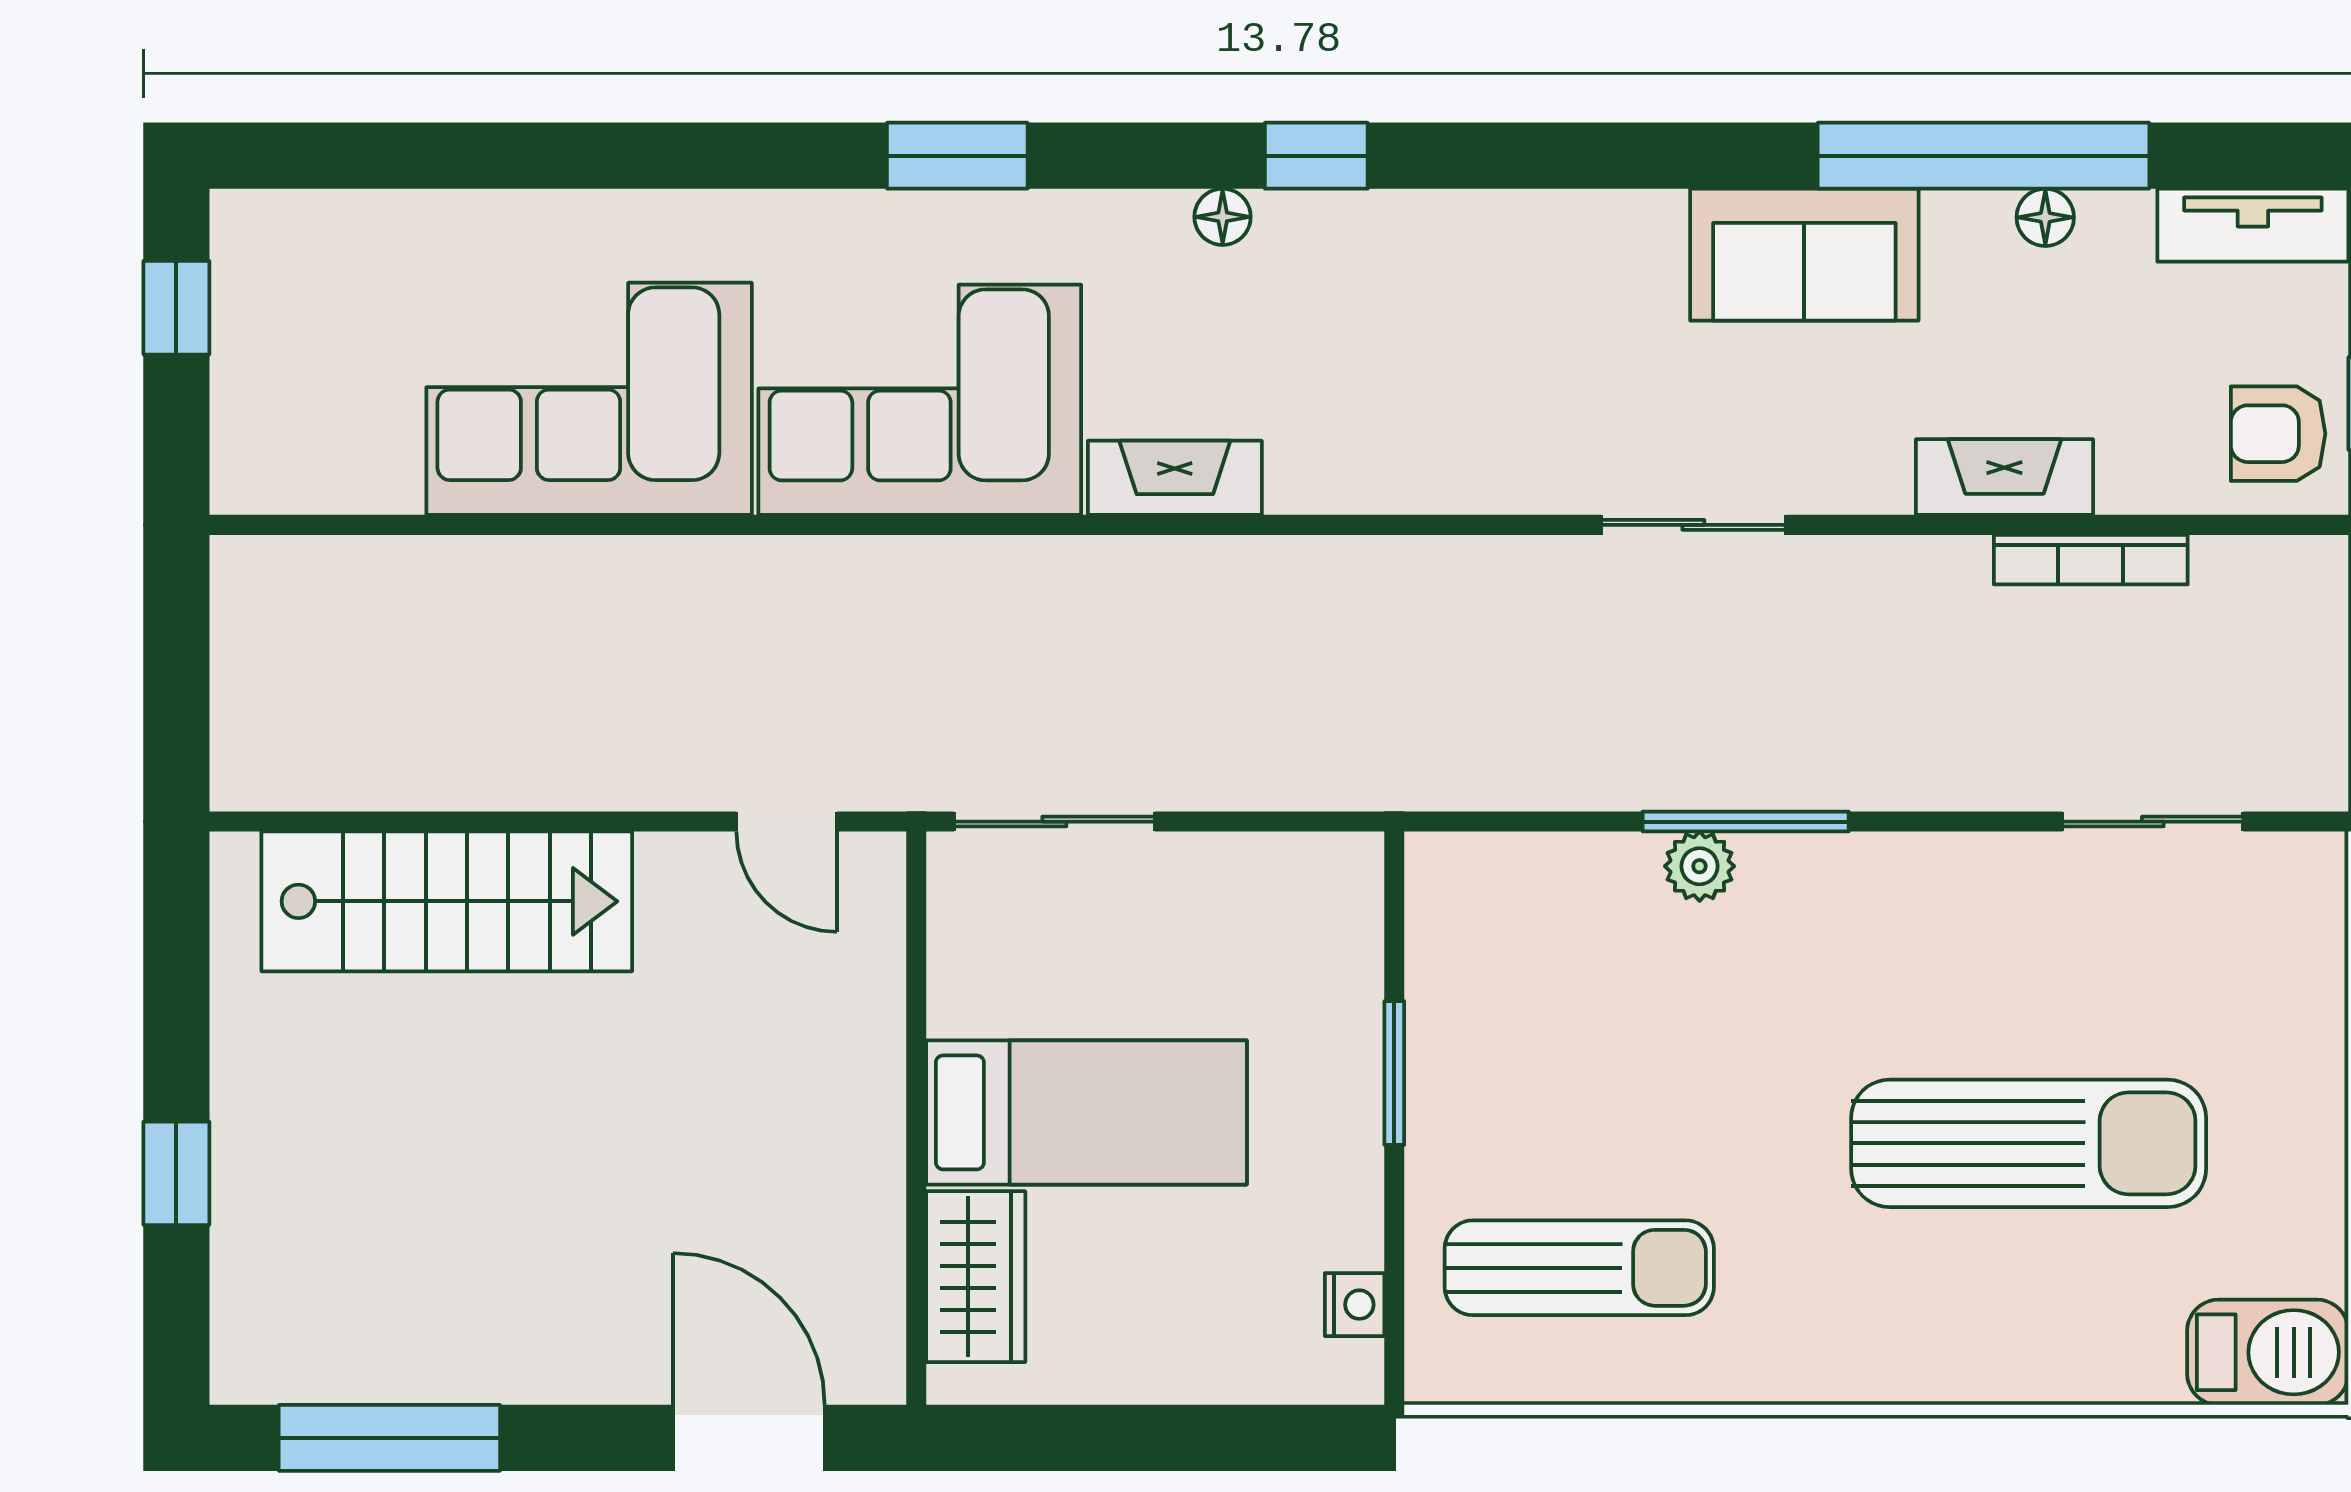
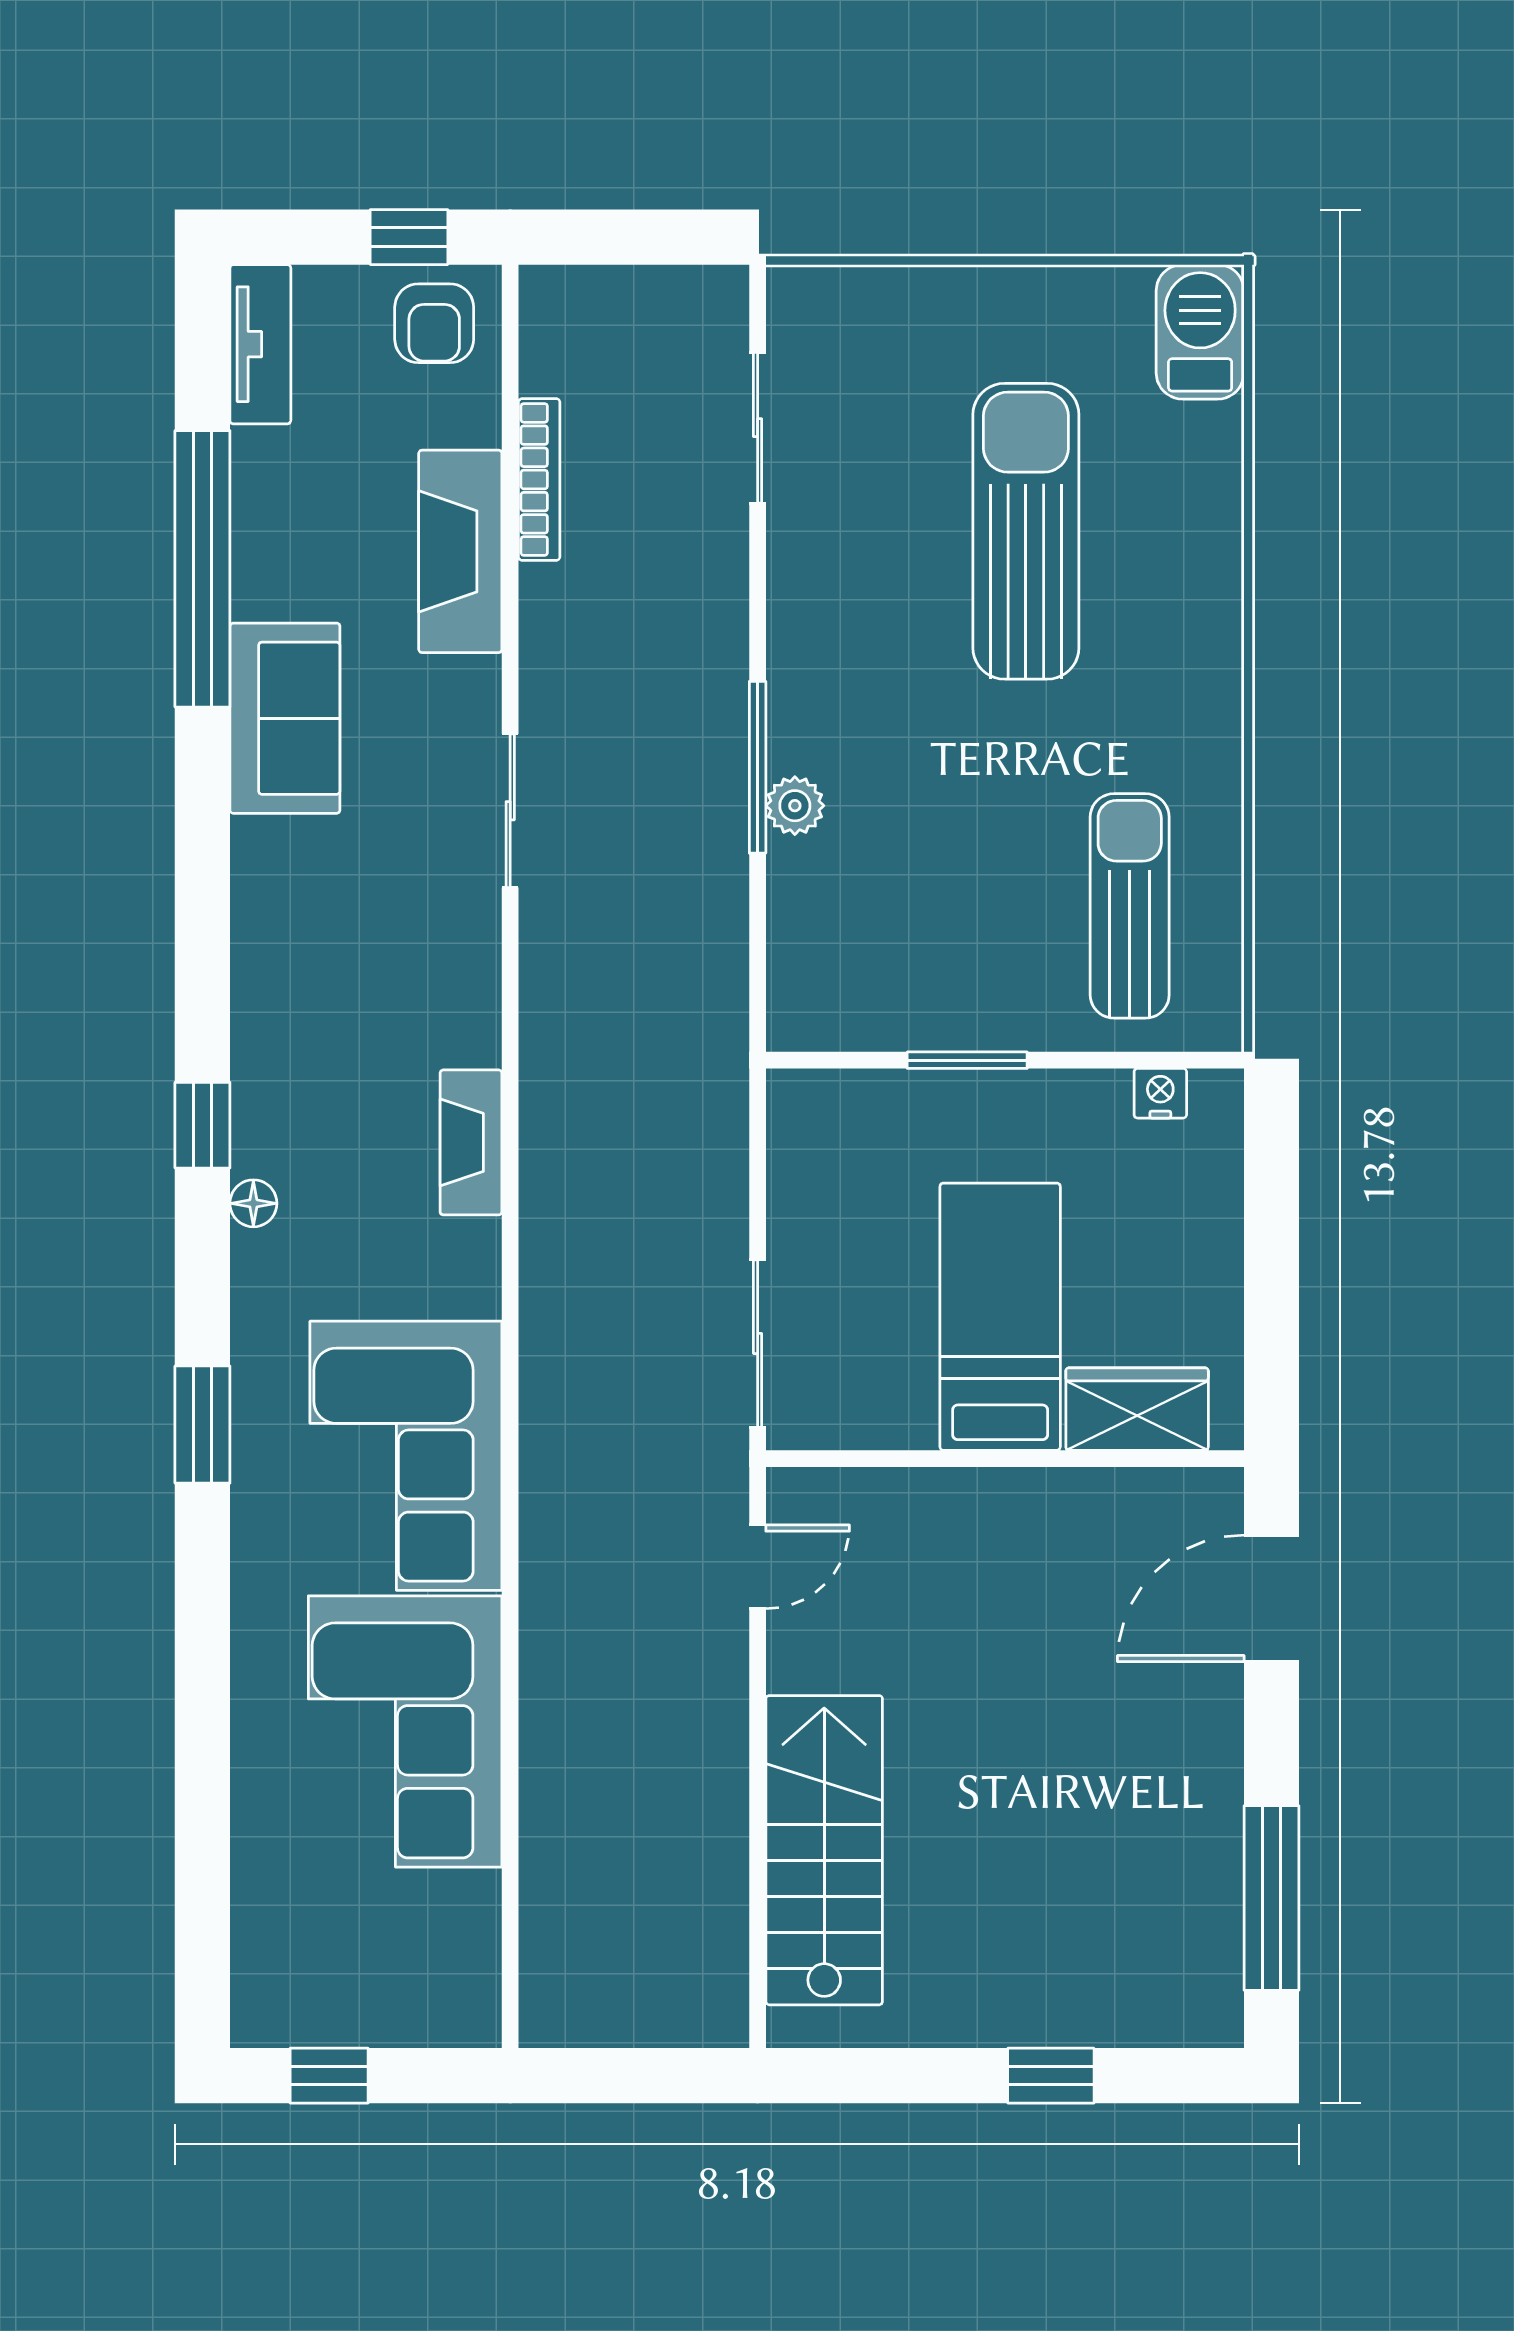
floor lamp: (2045, 217) -> (254, 517), removed
fireplace: (2004, 477) -> (460, 551), width x1.37, depth x1.32
fireplace: (1175, 478) -> (471, 1142), moved

